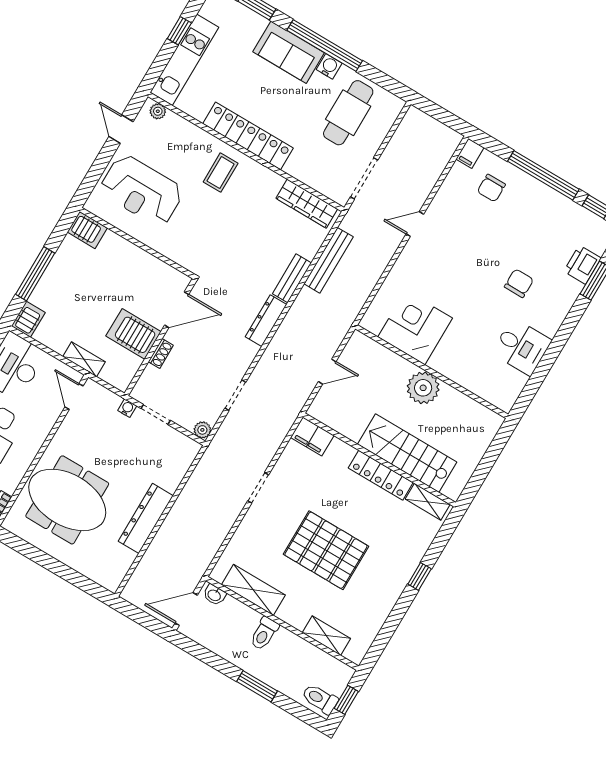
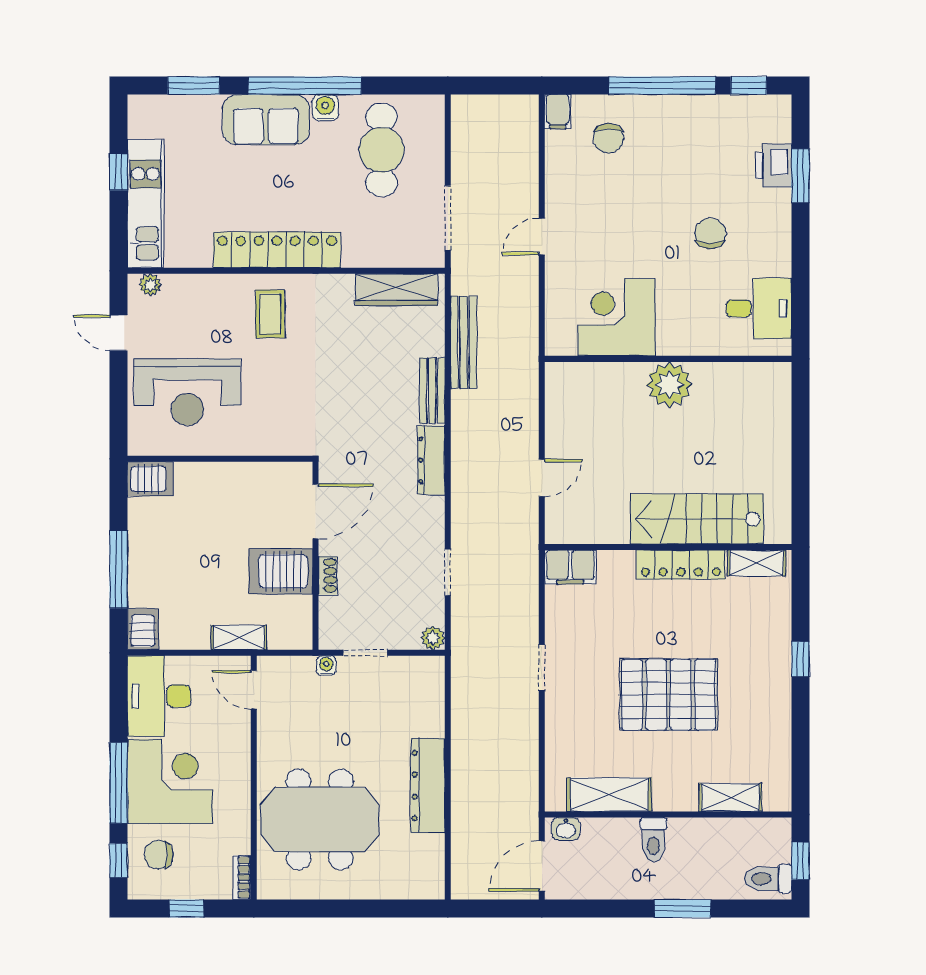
corner desk: (415, 328) -> (617, 317), moved
wall: (432, 372) -> (668, 359), moved
plant: (423, 388) -> (669, 385), moved

